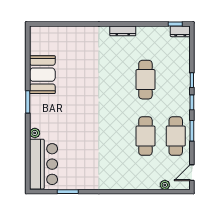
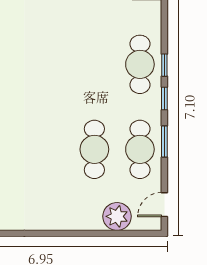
cafe table: (145, 80) -> (140, 64), moved
plant: (165, 185) -> (117, 216), width x1.88, depth x1.88

